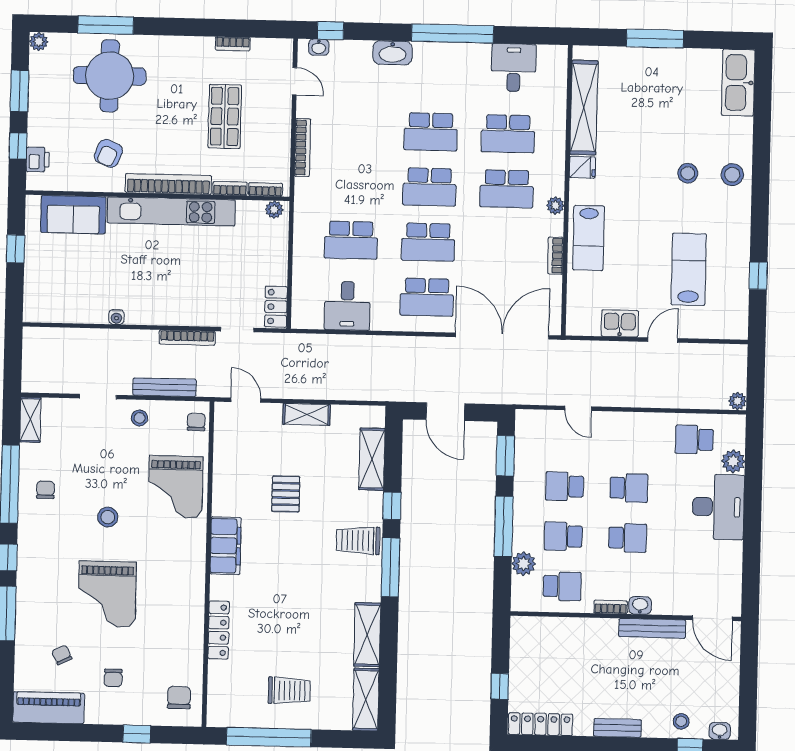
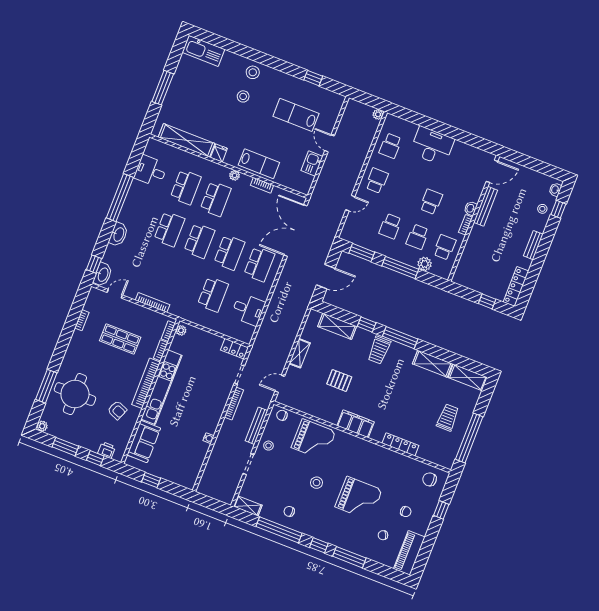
washbasin: (319, 47) -> (103, 275), width x1.91, depth x1.45
plant: (733, 461) -> (410, 129), removed
school desk: (629, 488) -> (377, 181), moved

